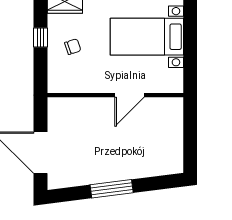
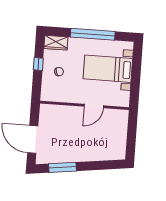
window: (112, 189) -> (63, 167), moved

